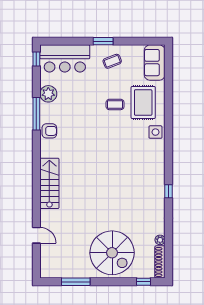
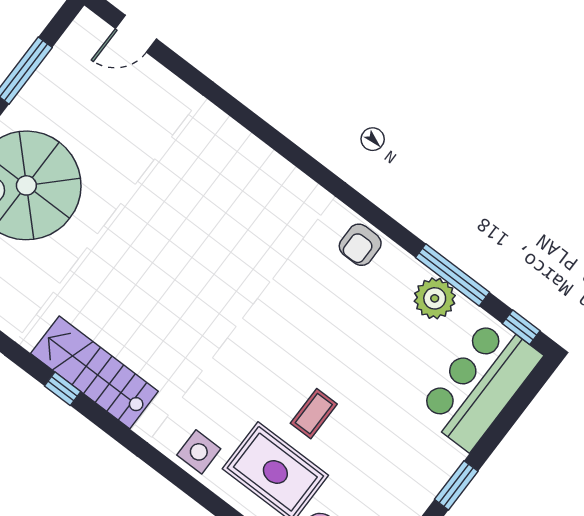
coffee table: (112, 61) -> (403, 473), removed
window: (36, 114) -> (452, 275), moved
stairs: (49, 183) -> (94, 372), moved, turned 180
door: (36, 235) -> (136, 34), moved

